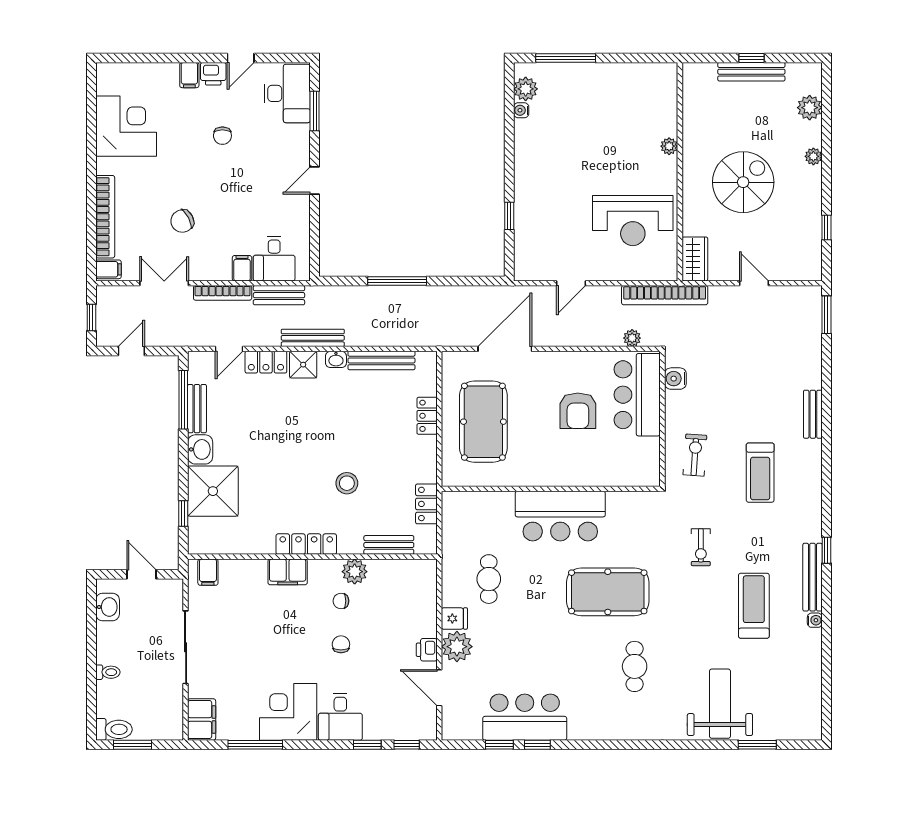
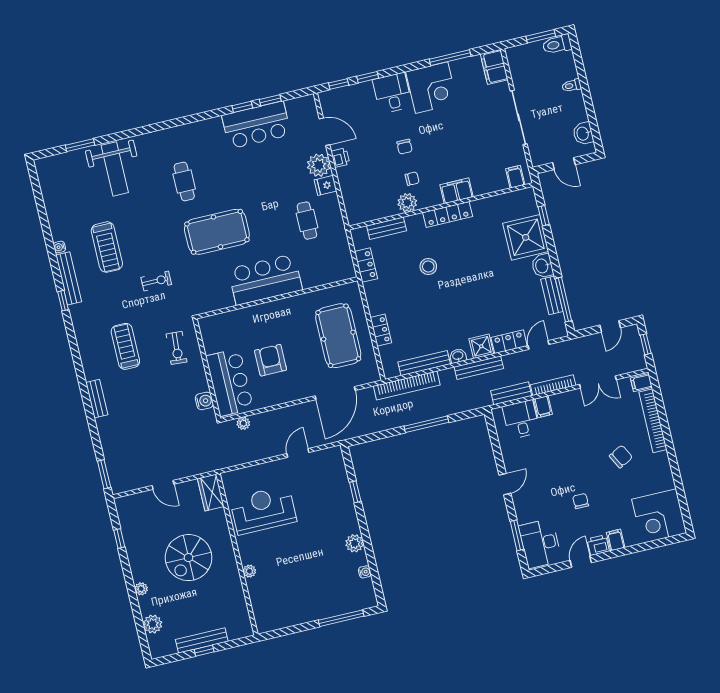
plant: (526, 89) -> (355, 543), moved
corner desk: (126, 126) -> (659, 516), moved
chair: (182, 221) -> (621, 457), moved
bookcase: (665, 295) -> (407, 385), moved, turned 180
exercise bike: (701, 547) -> (156, 281), turned 90

